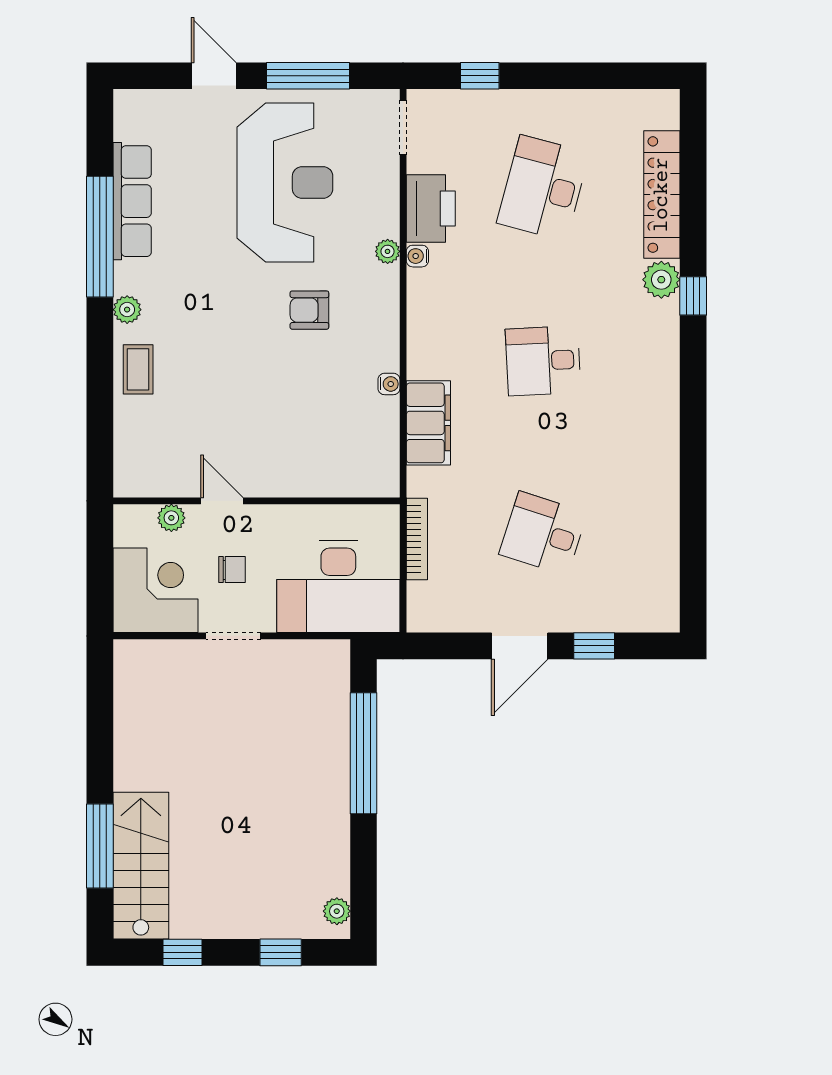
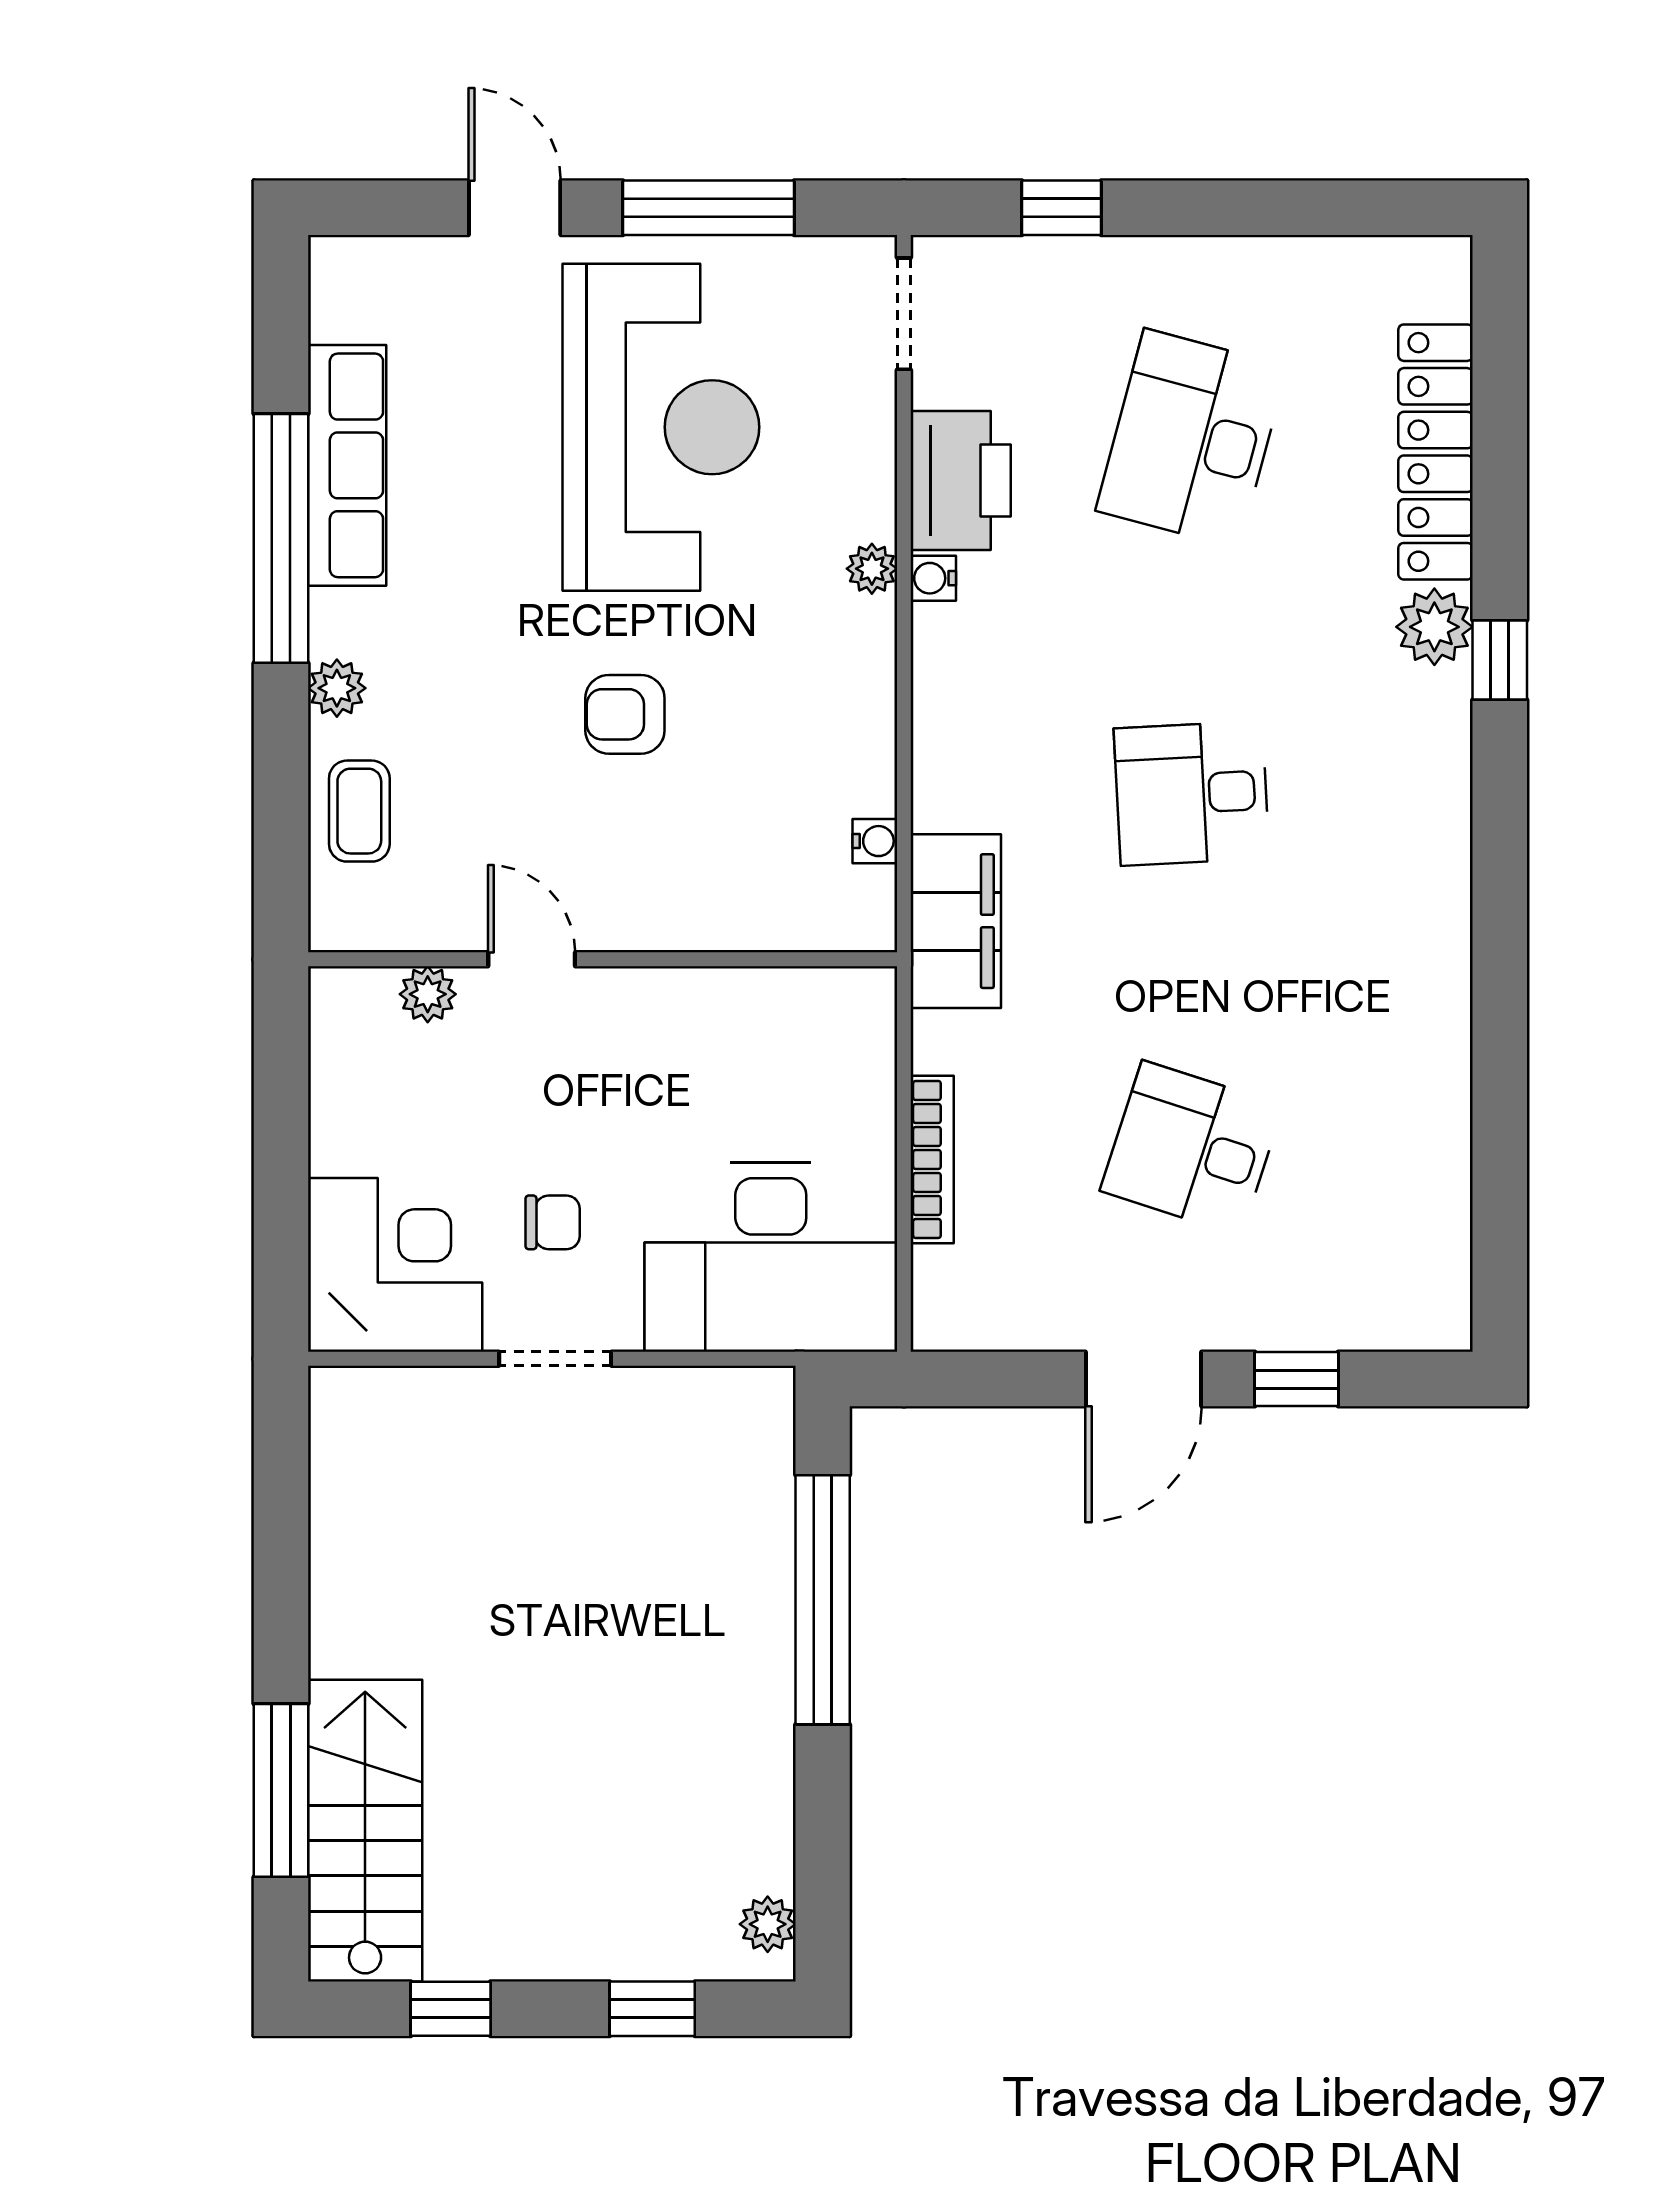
armchair: (309, 310) -> (625, 714), moved
door: (222, 501) -> (532, 959), moved
wall: (256, 501) -> (603, 959), moved
plant: (171, 518) -> (428, 994), moved

